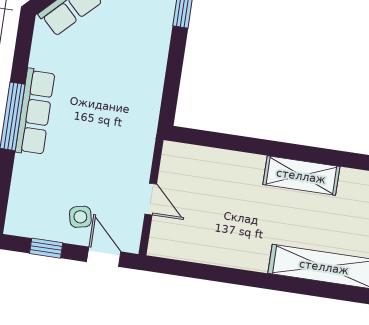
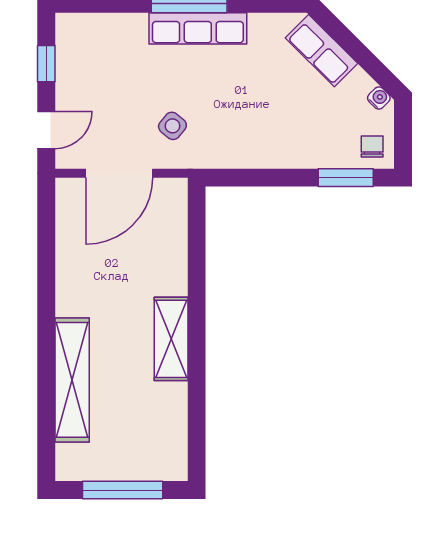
door: (151, 199) -> (119, 173), width x1.88
side table: (80, 217) -> (172, 126), moved, turned -38

